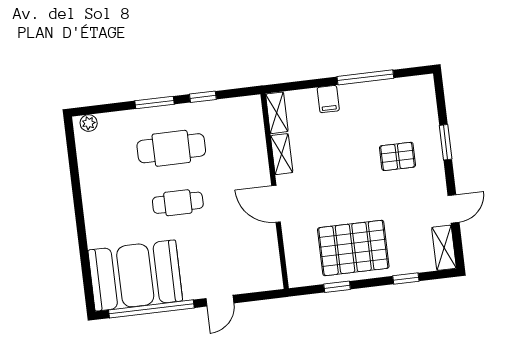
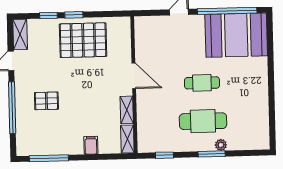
window: (365, 77) -> (49, 158), moved
window: (203, 97) -> (164, 155), moved
plant: (89, 123) -> (221, 145), moved
window: (446, 142) -> (12, 108), width x2.11
window: (337, 287) -> (74, 15), moved

